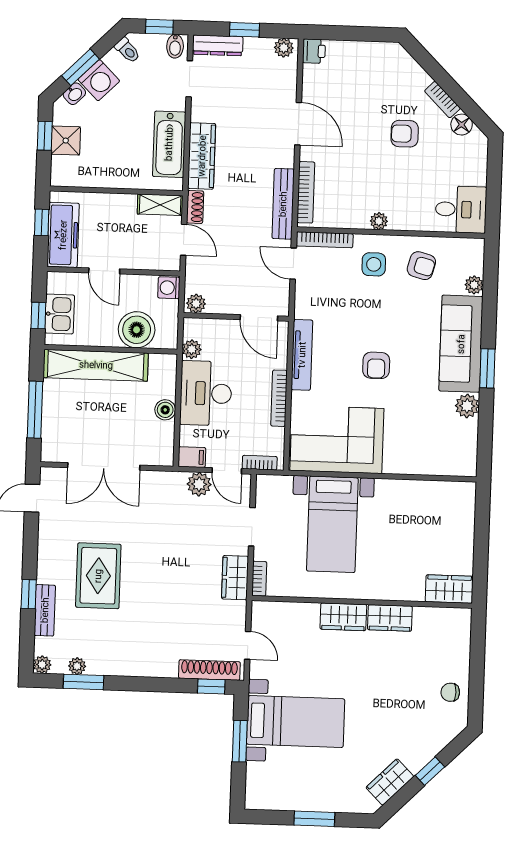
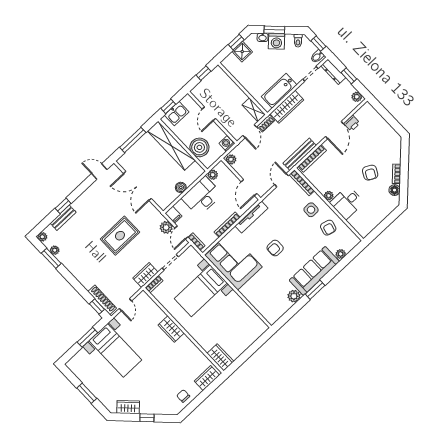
printer: (314, 51) -> (352, 123), moved
armchair: (405, 134) -> (370, 173), turned -152
desk: (461, 209) -> (347, 203), moved, turned 90
freezer: (63, 235) -> (207, 85), removed
rug: (98, 576) -> (120, 236), moved
wardrobe: (390, 618) -> (207, 378), moved, turned 90

